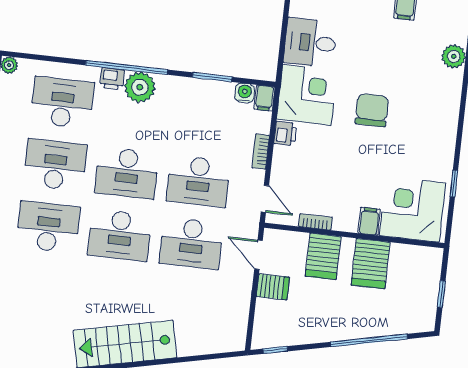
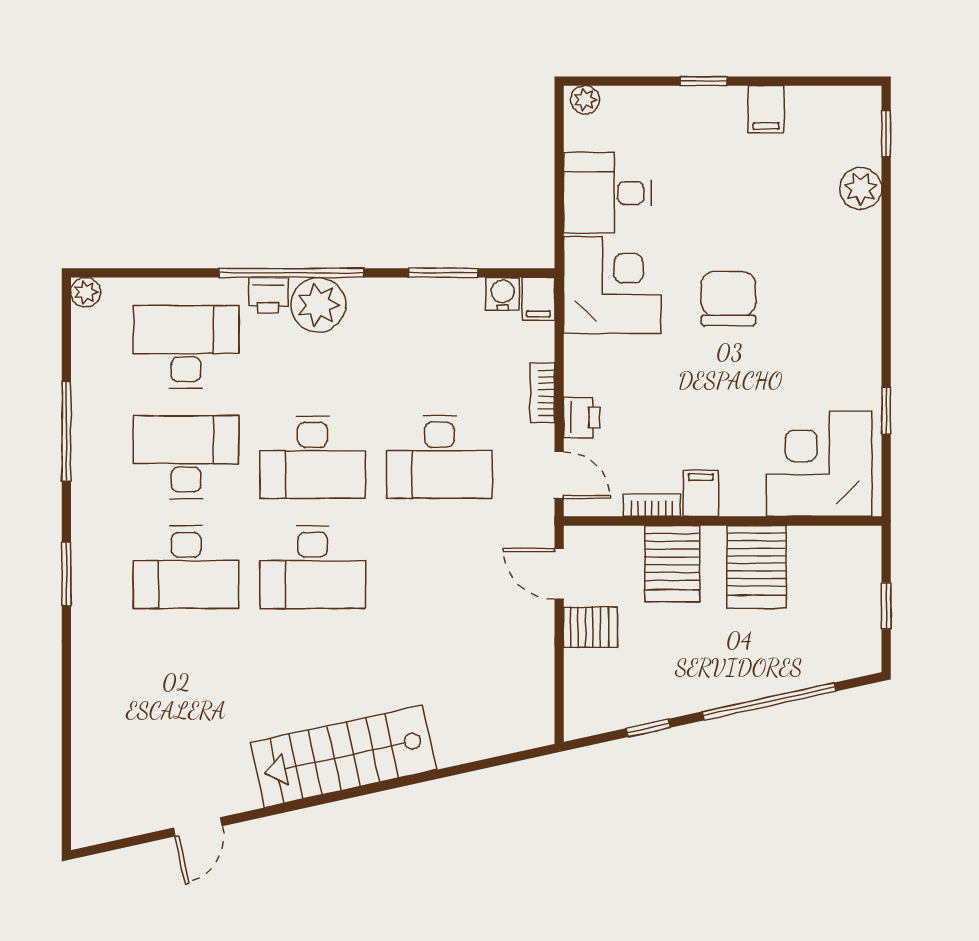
printer: (285, 133) -> (582, 418), moved
filing cabinet: (369, 221) -> (701, 493), moved
desk: (48, 227) -> (186, 567), turned 180
desk: (191, 243) -> (439, 567), removed
window: (275, 350) -> (648, 728), moved

